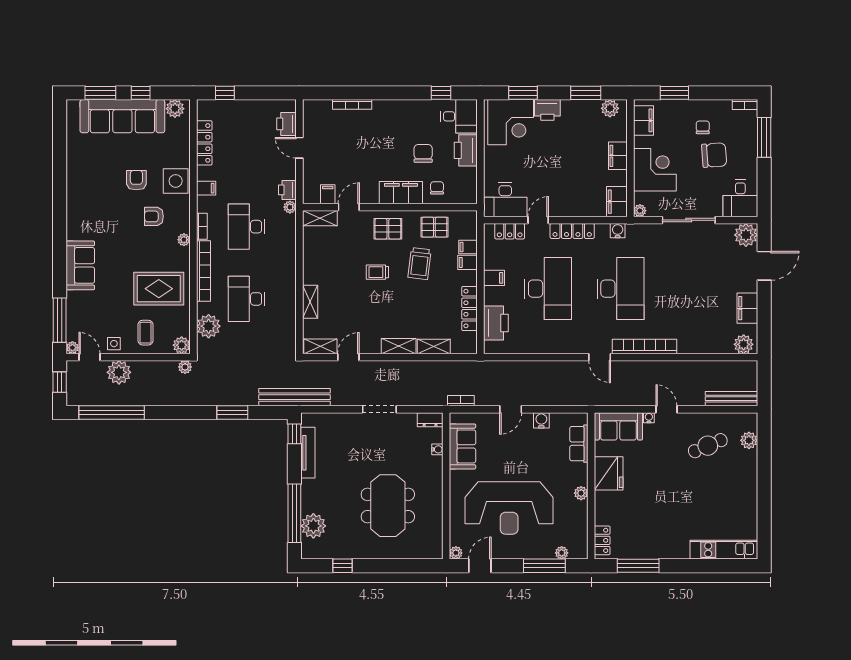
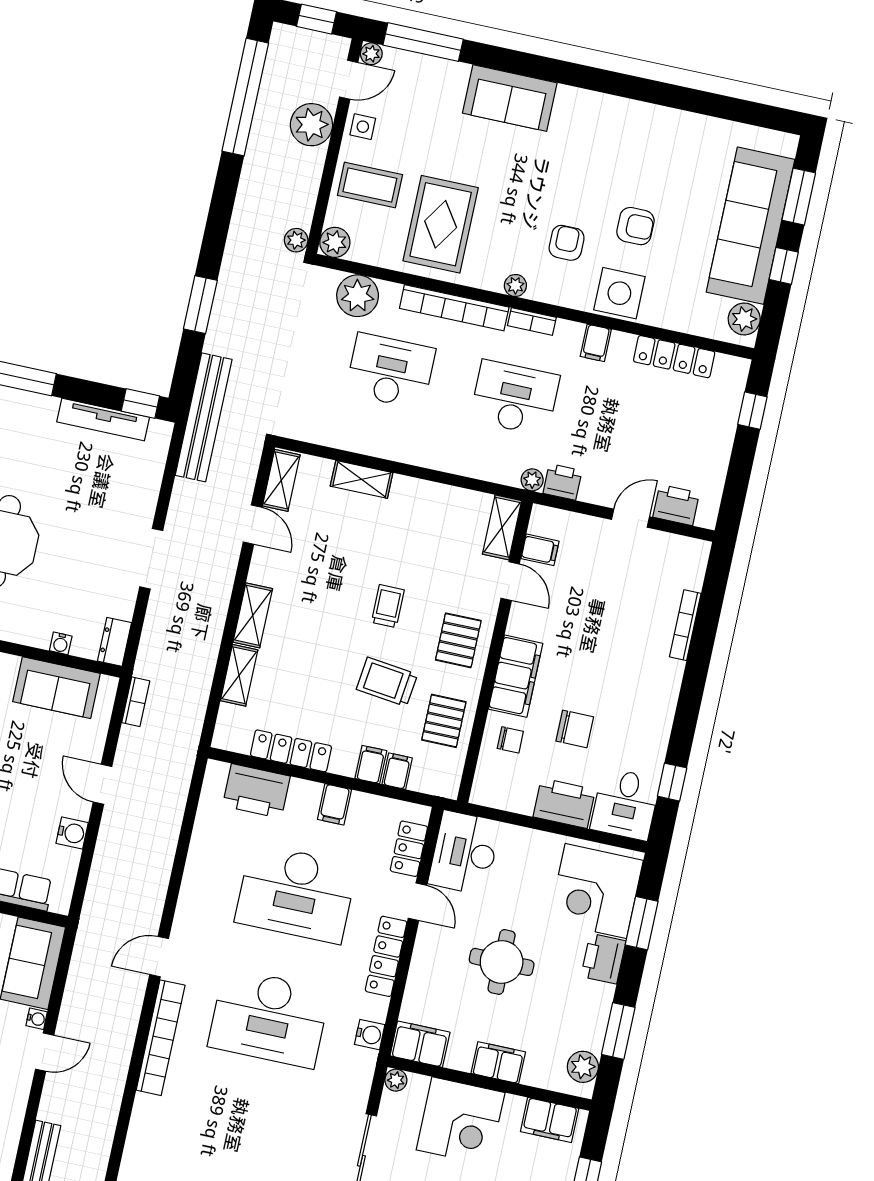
round table: (561, 166) -> (502, 962), added
coffee table: (145, 333) -> (370, 185), width x1.36, depth x1.30

